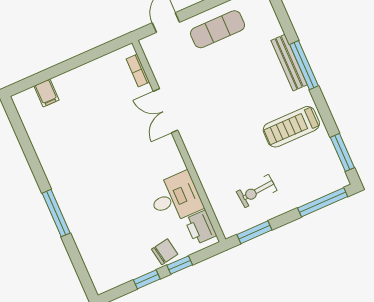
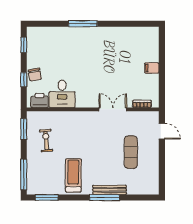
exercise mat: (218, 29) -> (131, 152), moved
filing cabinet: (47, 93) -> (152, 68), moved
window: (147, 279) -> (24, 45), moved

